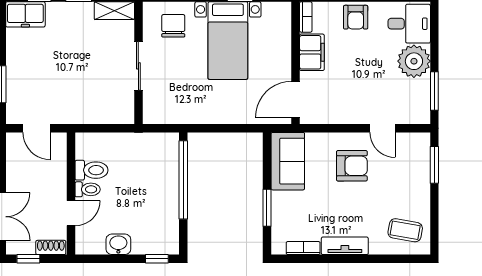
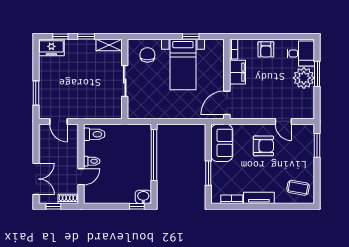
window: (434, 91) -> (317, 74), moved
toilet: (92, 170) -> (94, 134), moved
washbasin: (118, 244) -> (143, 197), moved

